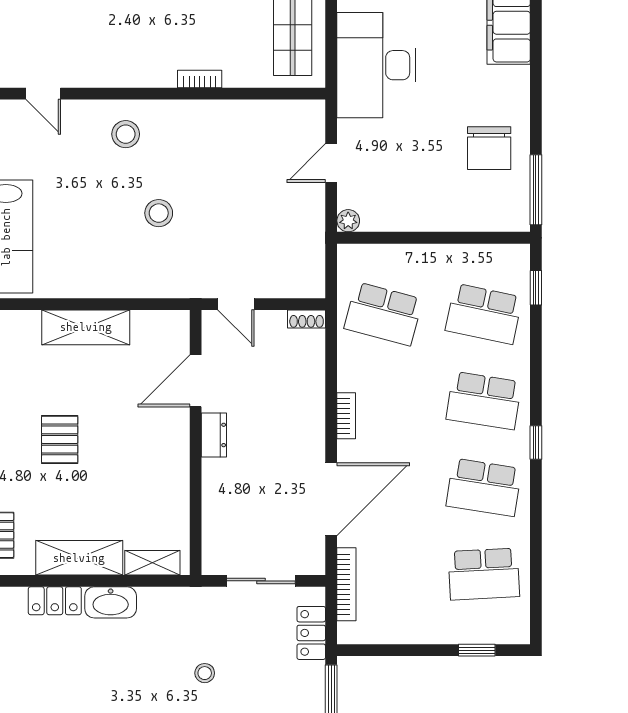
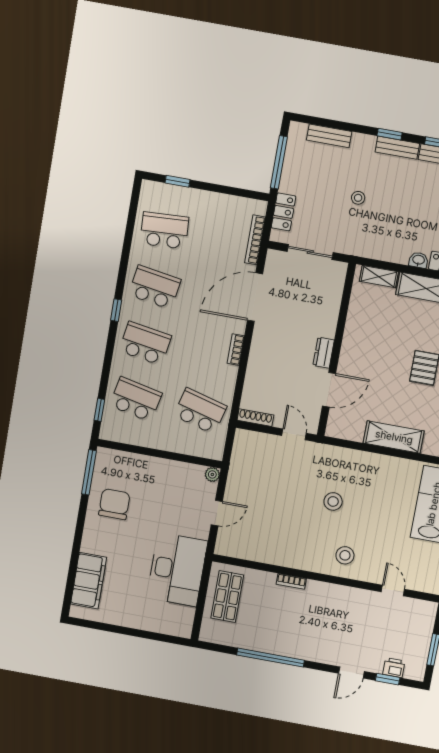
shoe rack: (307, 319) -> (255, 418), width x1.43
washbasin: (111, 602) -> (419, 260), width x0.52, depth x0.69

